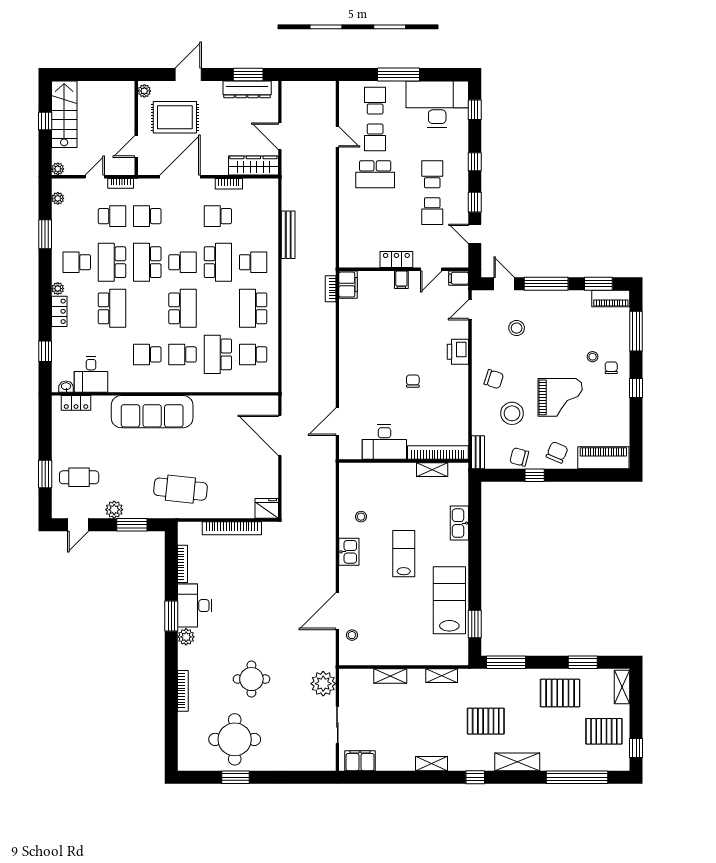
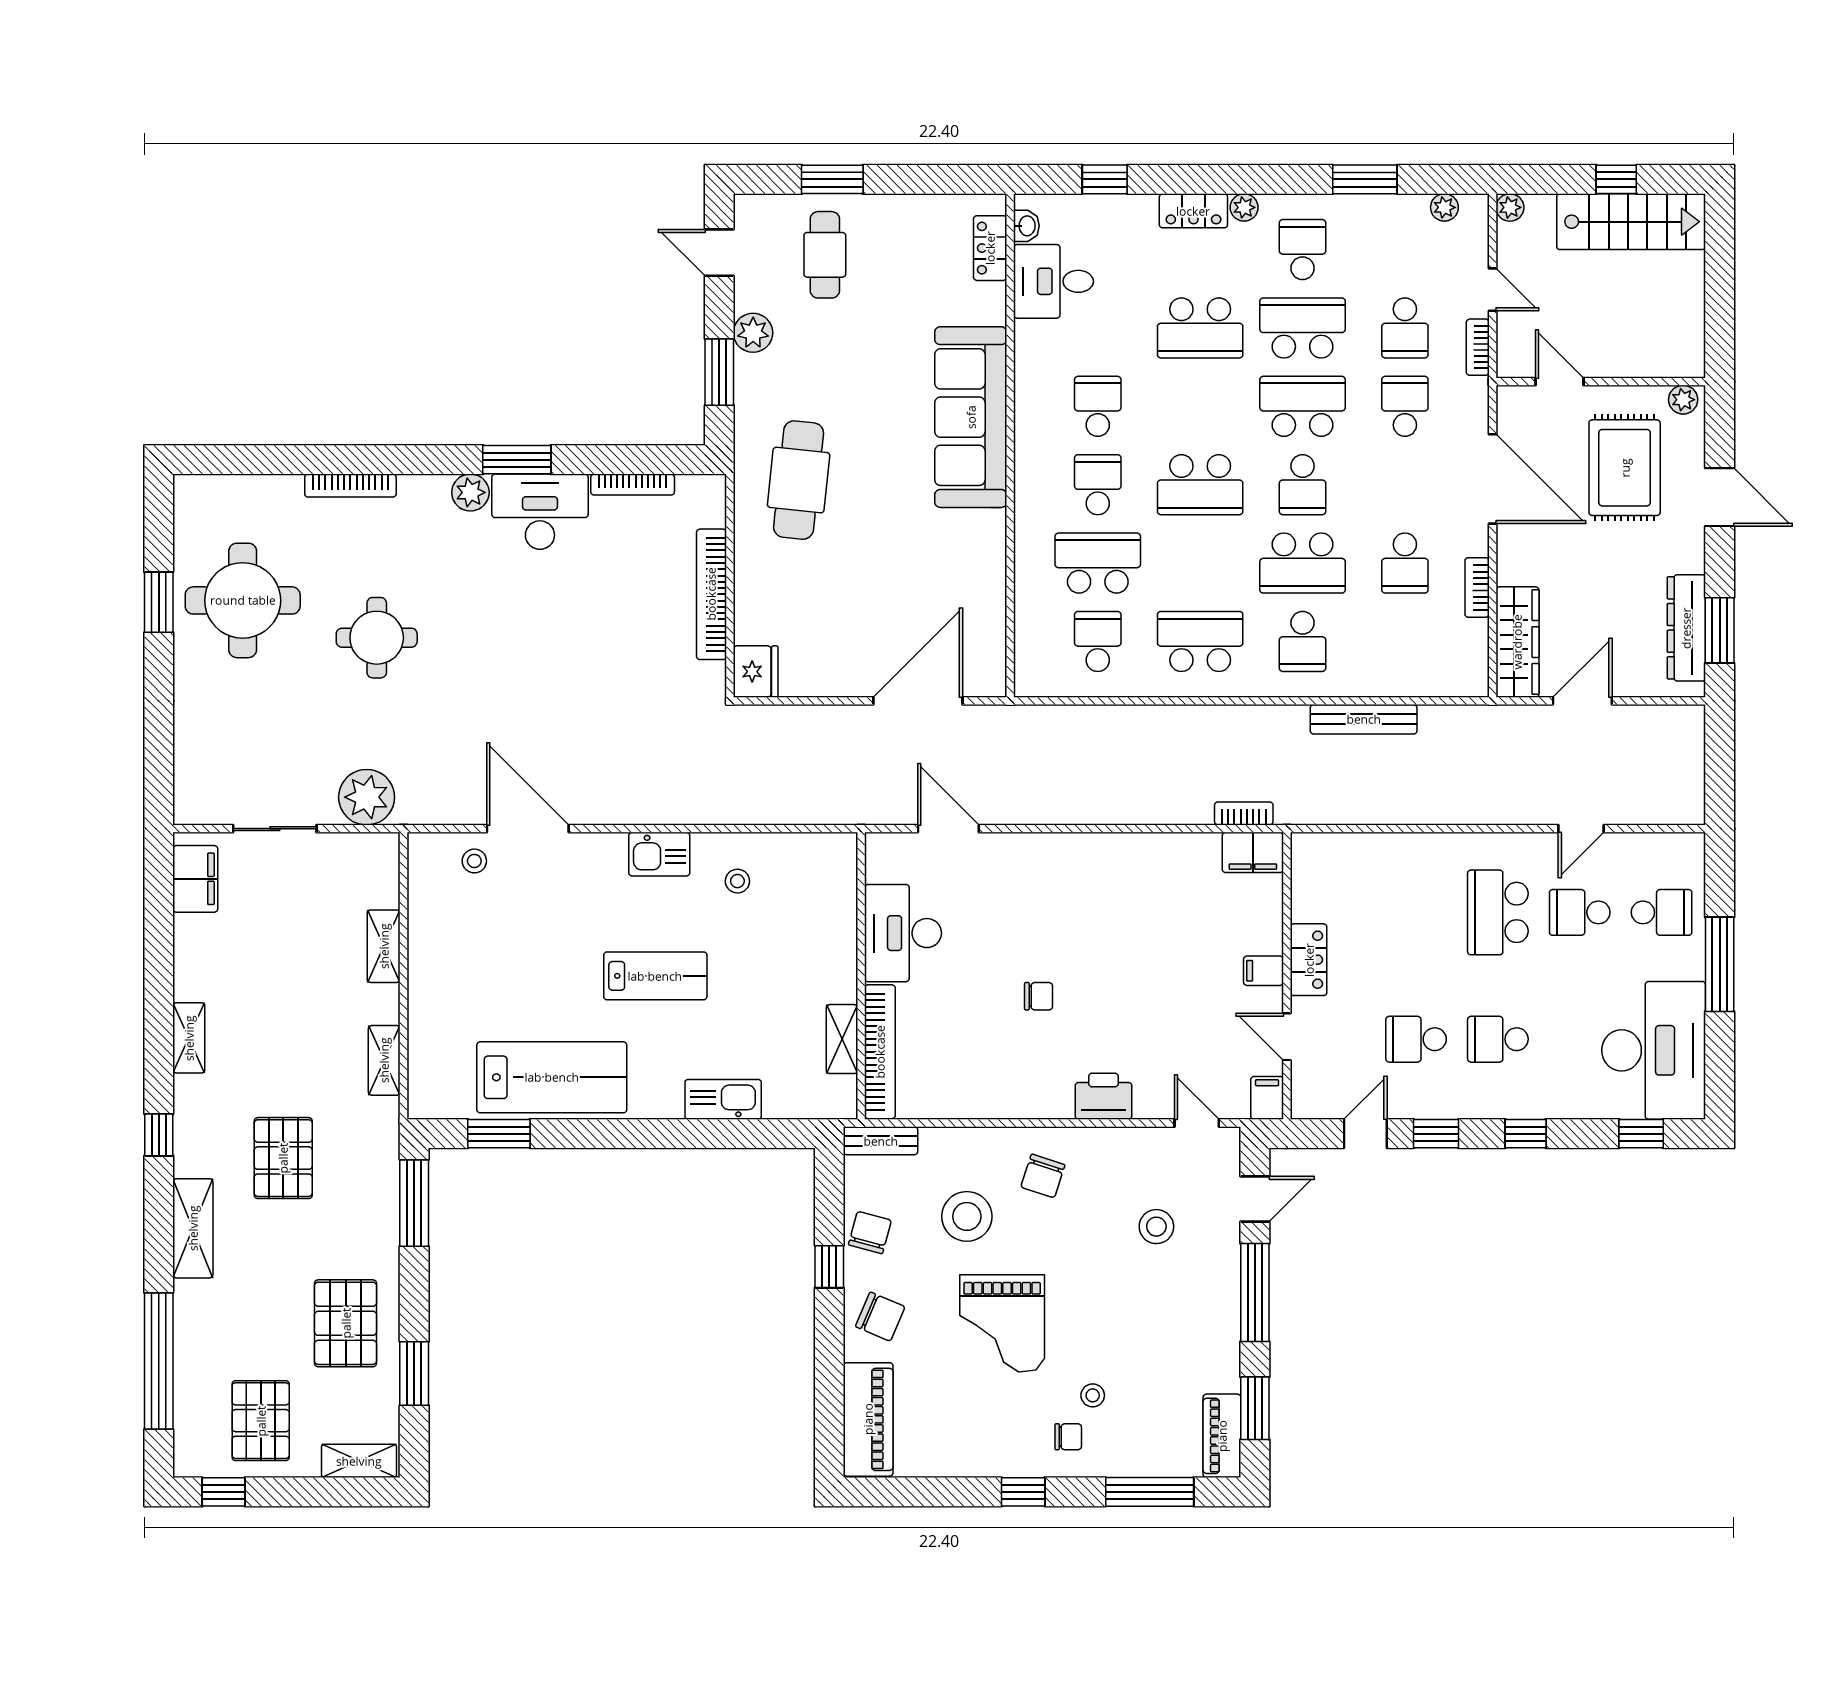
school desk: (432, 174) -> (1498, 1039), turned 180
school desk: (218, 216) -> (1405, 563), turned 180

